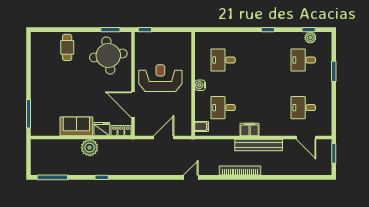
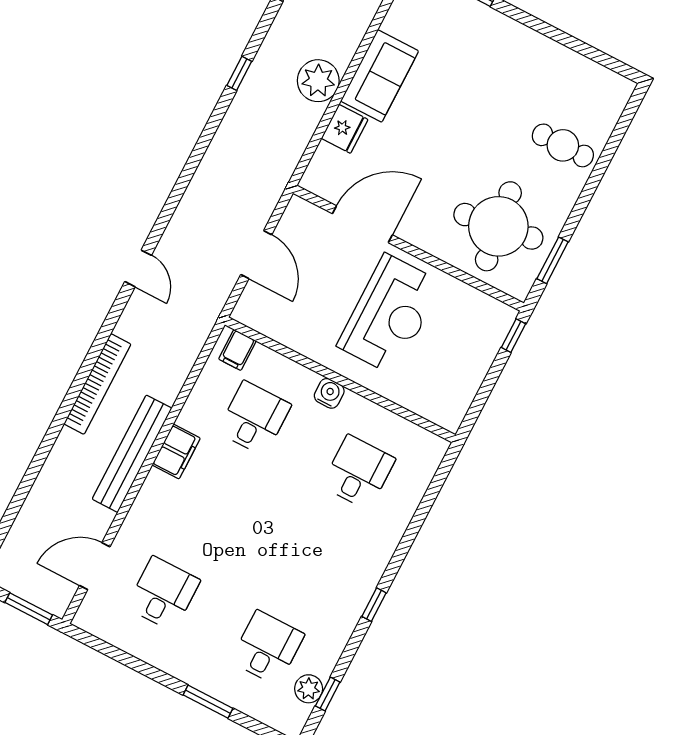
locker: (121, 131) -> (320, 169), removed

